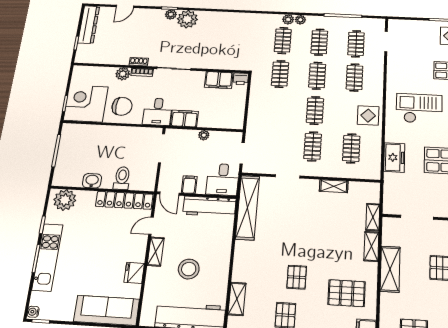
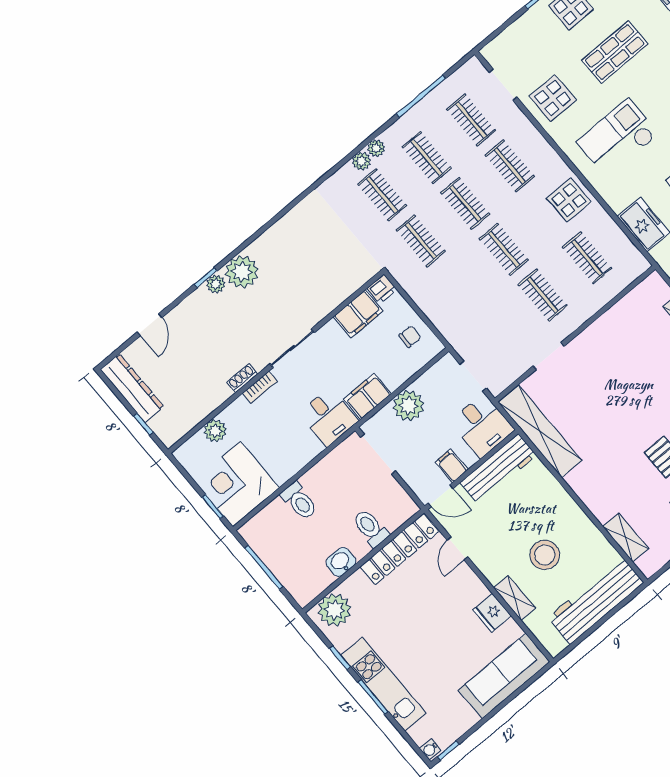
display table: (404, 66) -> (553, 98), added
plant: (123, 74) -> (215, 431), moved
chair: (122, 106) -> (410, 337), moved, width x0.54, depth x0.54
plant: (204, 135) -> (408, 406), width x1.88, depth x1.88
toilet: (104, 136) -> (299, 501), added
shelving: (334, 186) -> (609, 320), removed
shelving: (156, 252) -> (514, 598), moved

